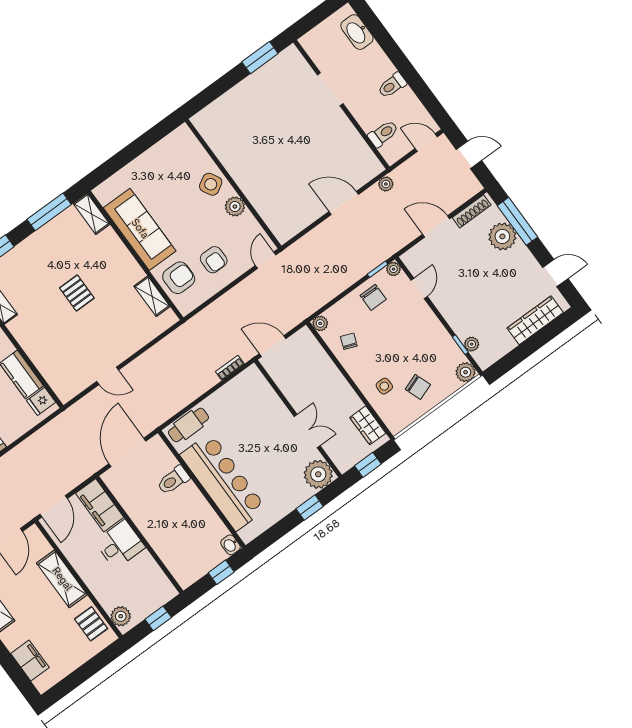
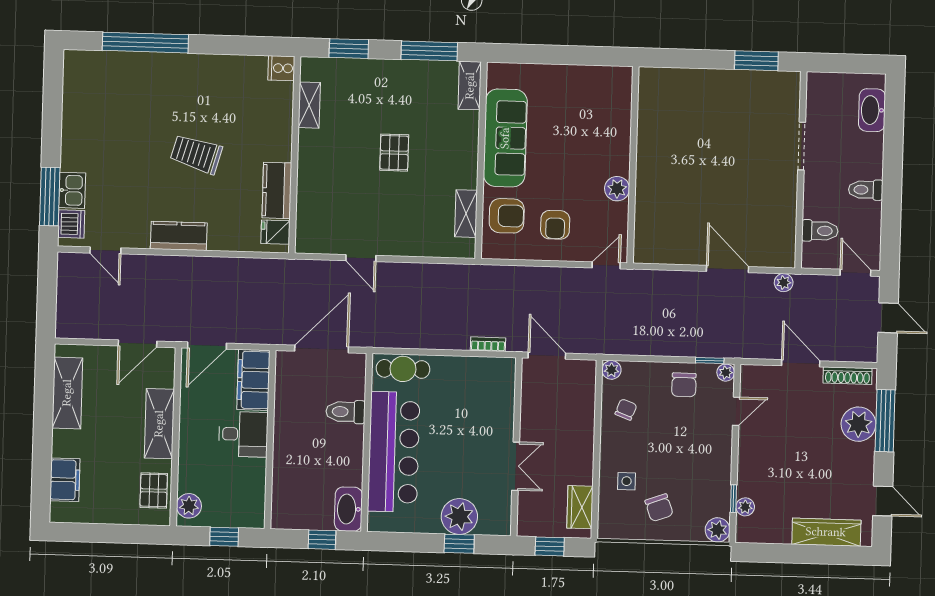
side table: (211, 184) -> (610, 148), removed
plant: (318, 474) -> (459, 517), moved
washbasin: (231, 545) -> (348, 509), width x1.91, depth x1.45

